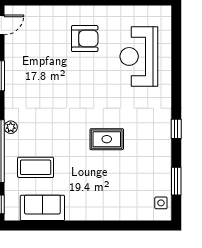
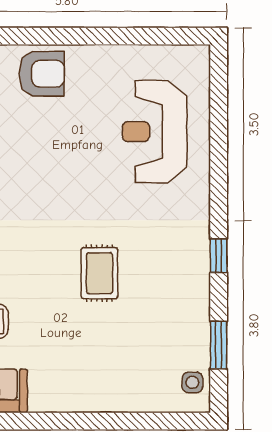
armchair: (85, 39) -> (42, 74), moved
rug: (107, 139) -> (99, 273), turned 90

